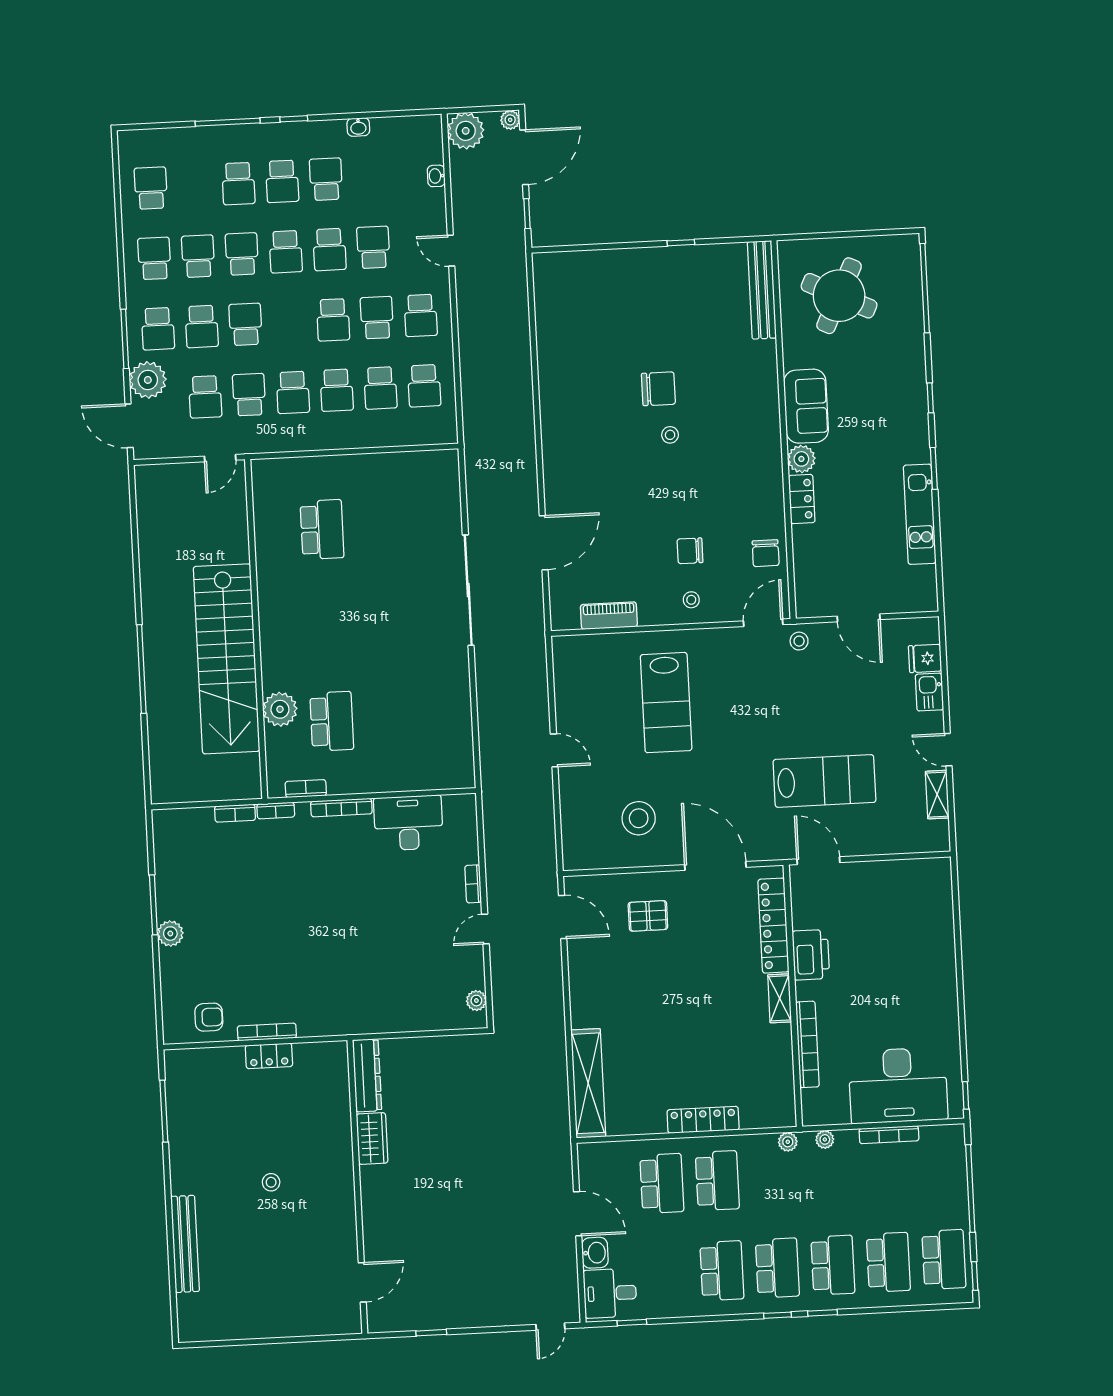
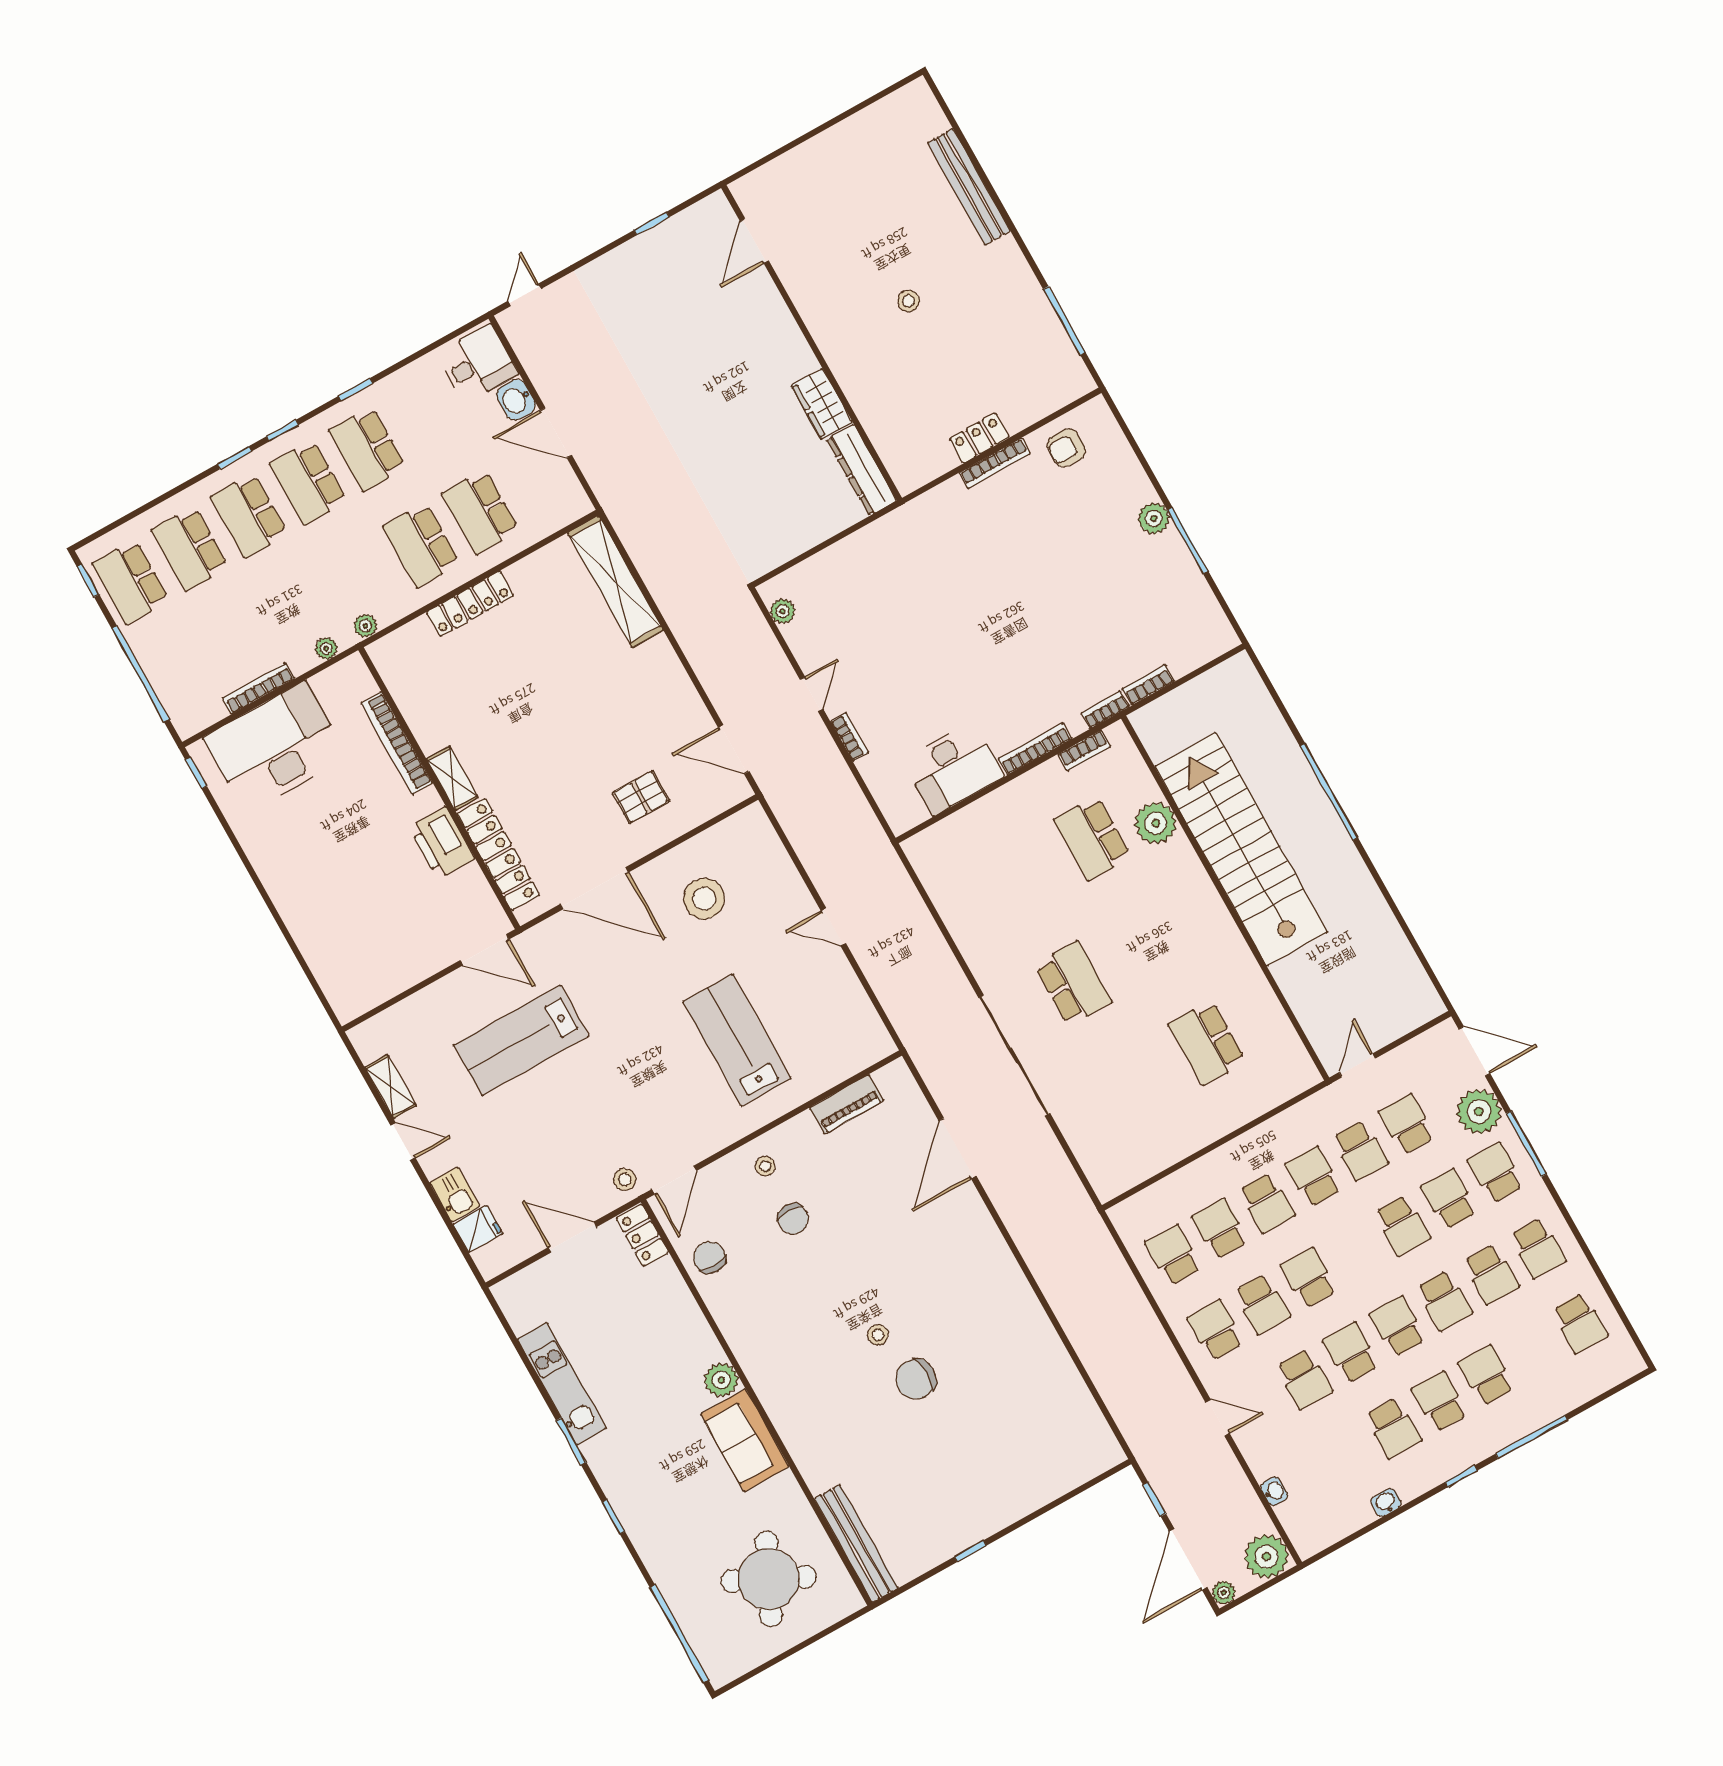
school desk: (337, 390) -> (1267, 1203), turned 180
locker: (802, 499) -> (642, 1235), moved
chair: (690, 551) -> (793, 1219), turned 90
school desk: (399, 622) -> (1073, 983), added
window: (632, 1322) -> (356, 390), moved

